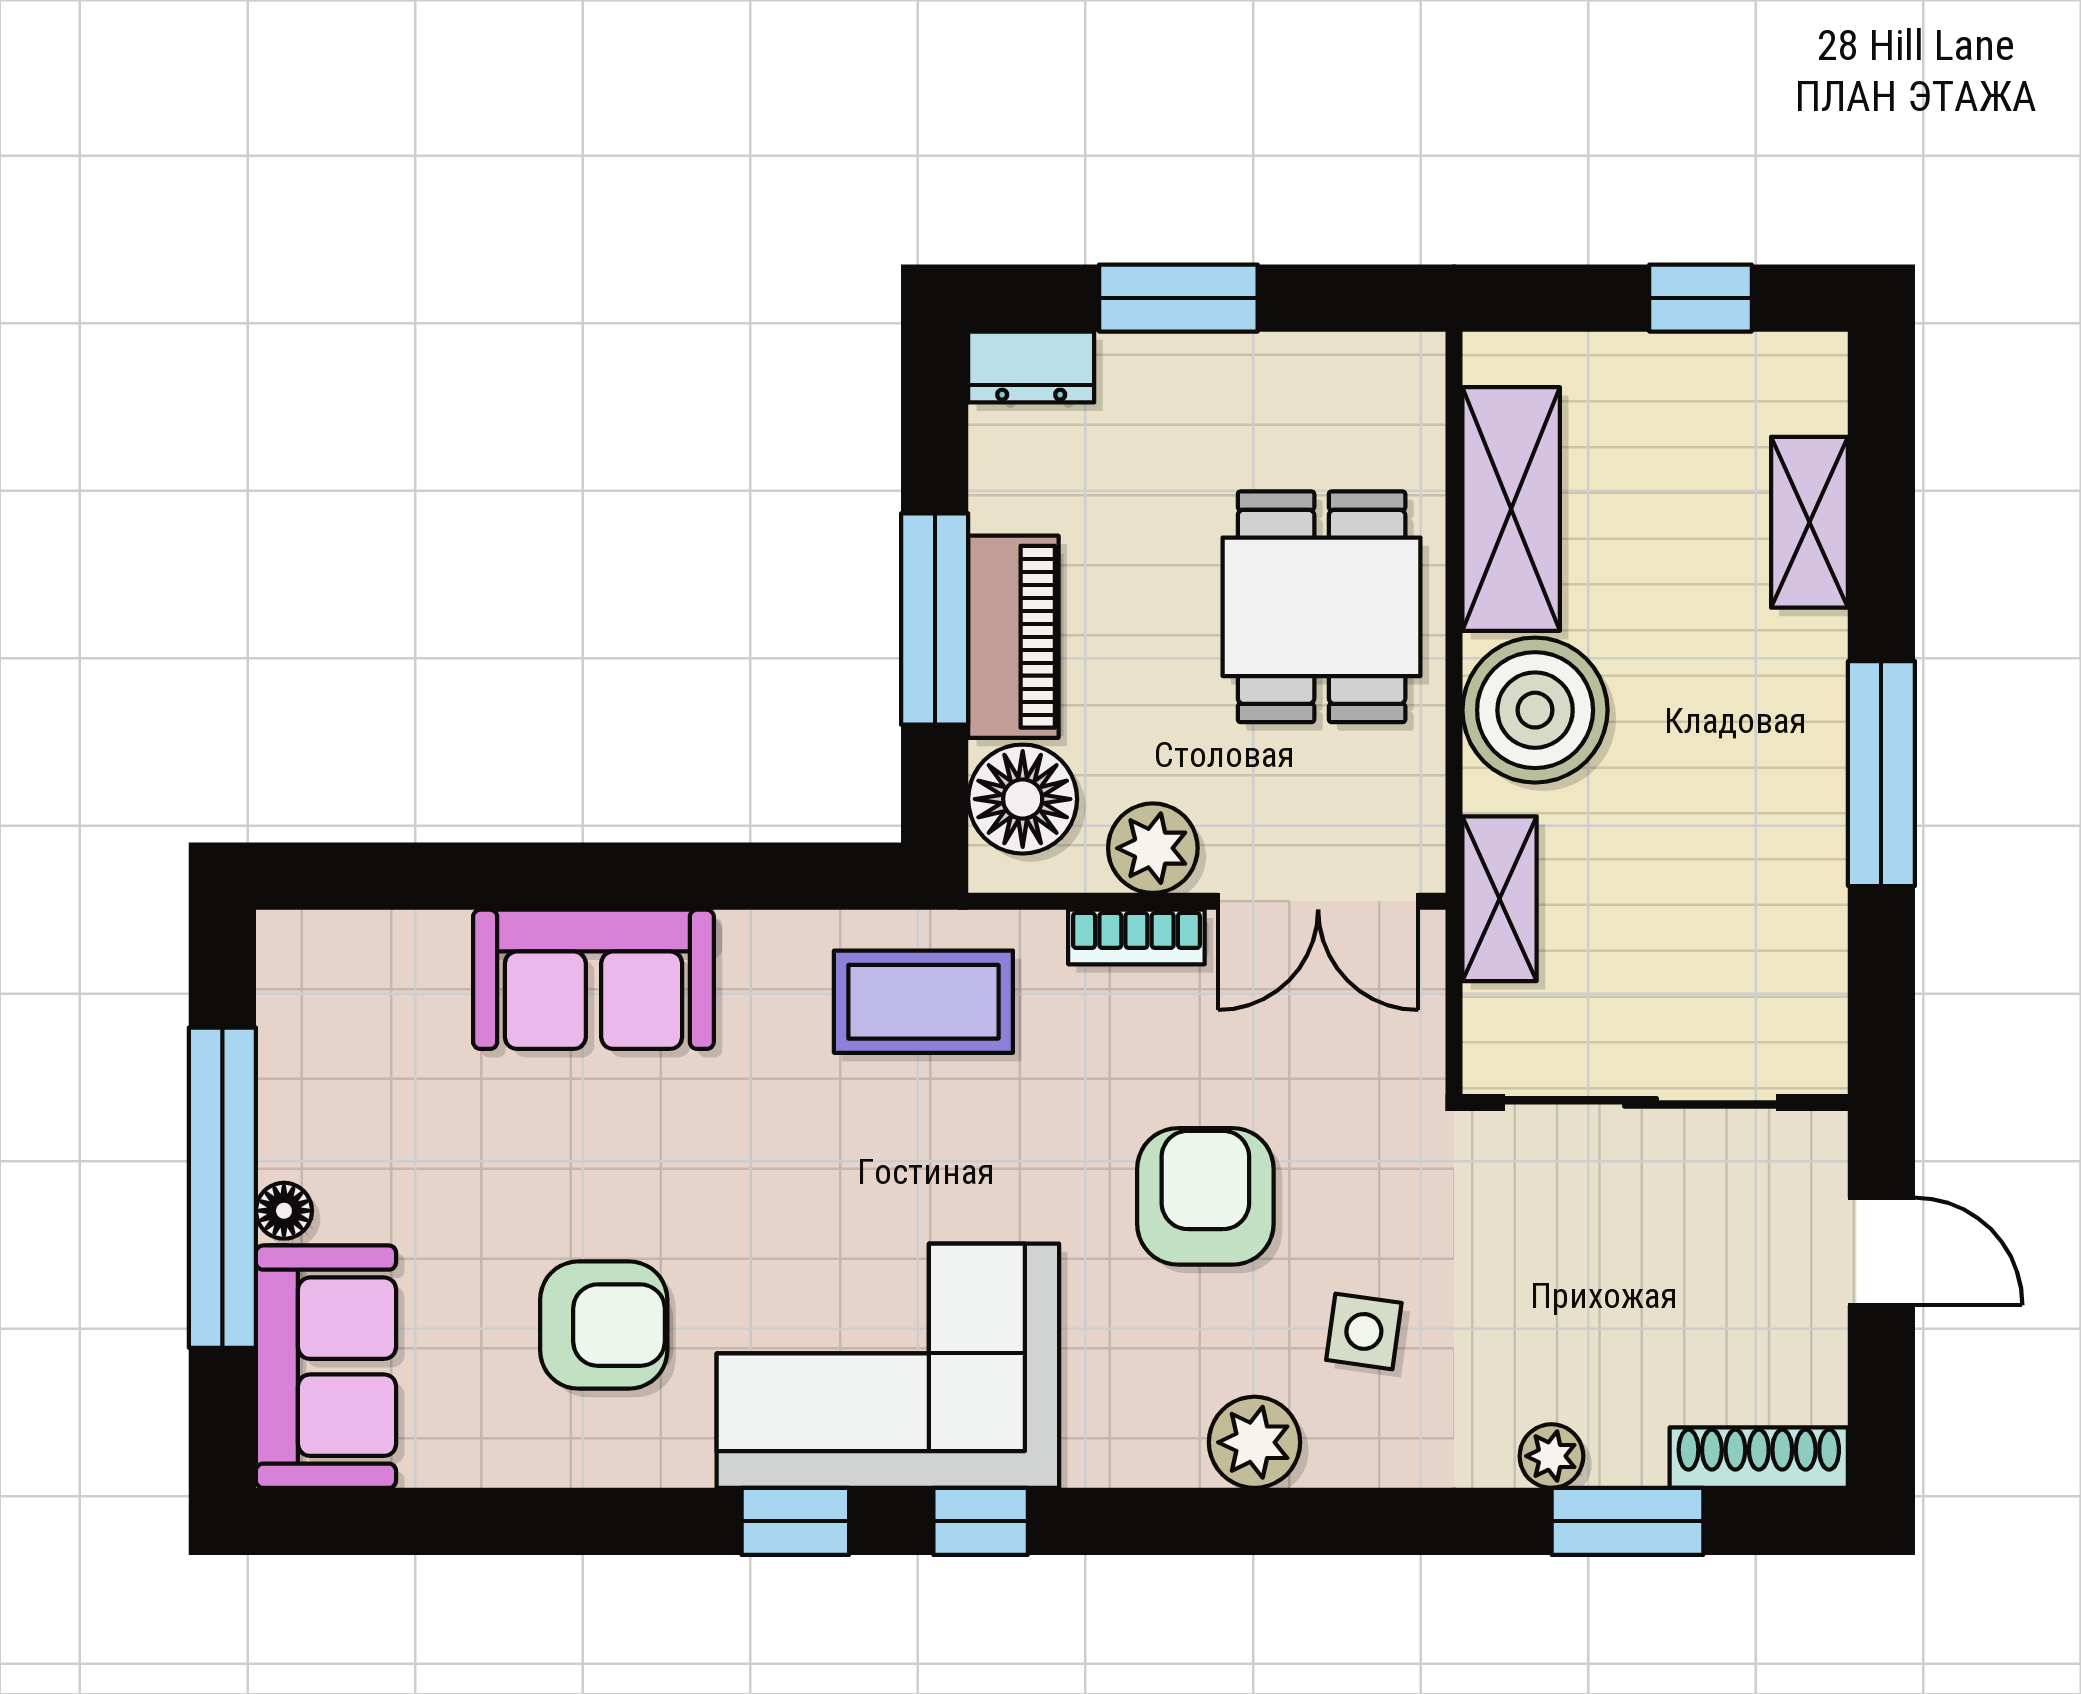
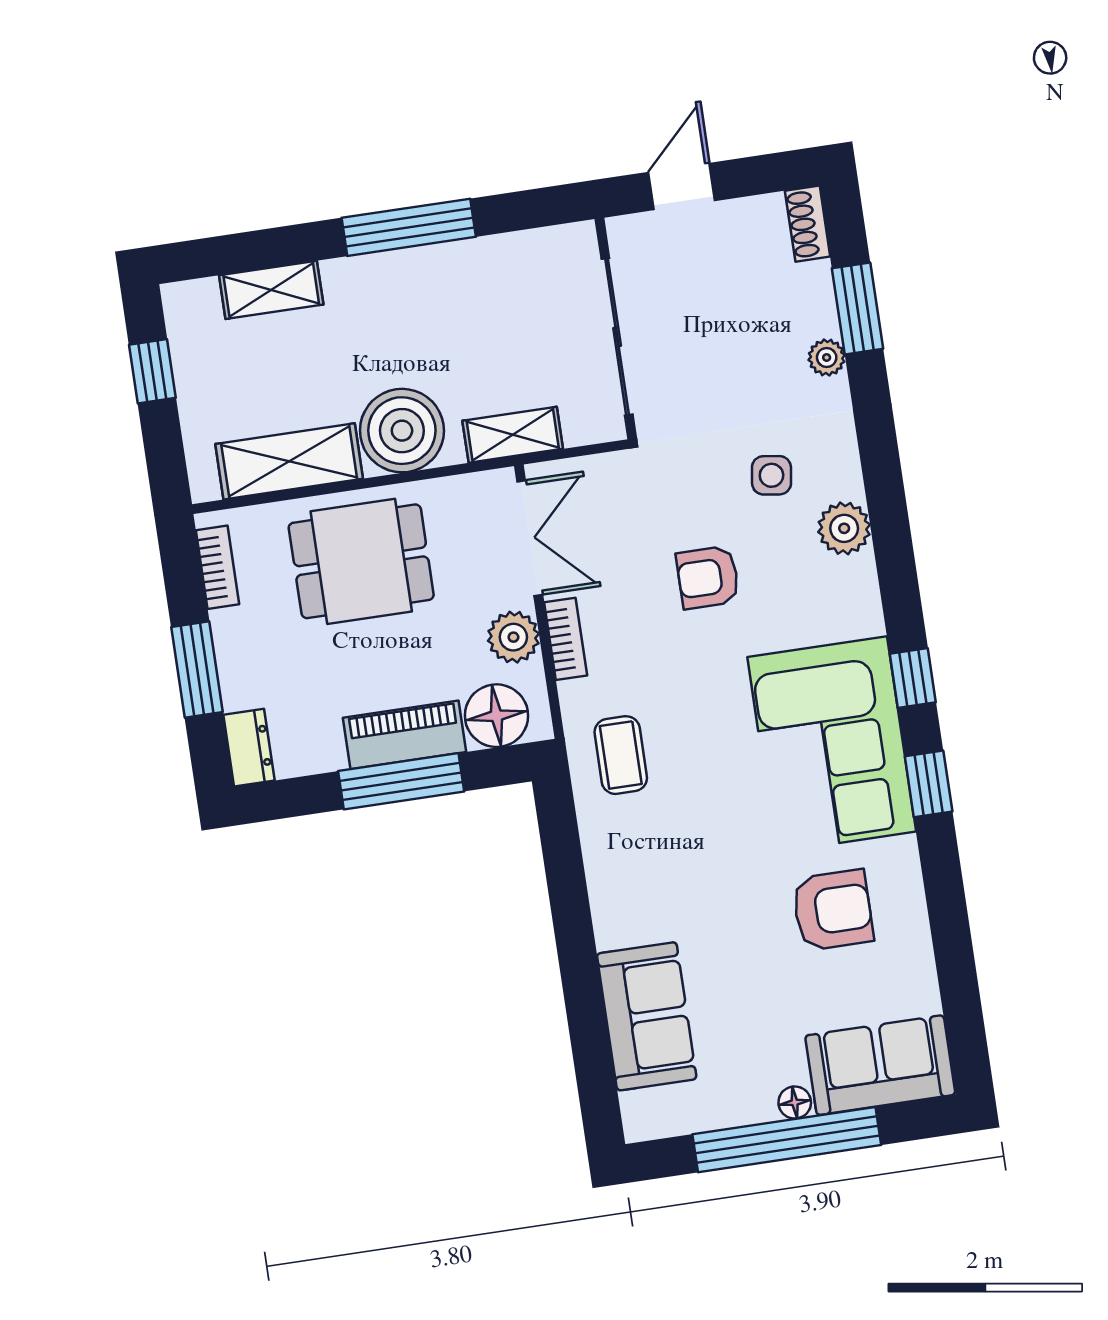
bookcase: (1348, 359) -> (217, 567), added
sofa: (593, 979) -> (647, 1016), moved
coffee table: (923, 1002) -> (621, 755), width x0.73, depth x0.77
armchair: (1205, 1196) -> (708, 577), width x0.72, depth x0.72
armchair: (604, 1325) -> (833, 910), turned 90
shoe rack: (1759, 1458) -> (808, 224), width x0.70

